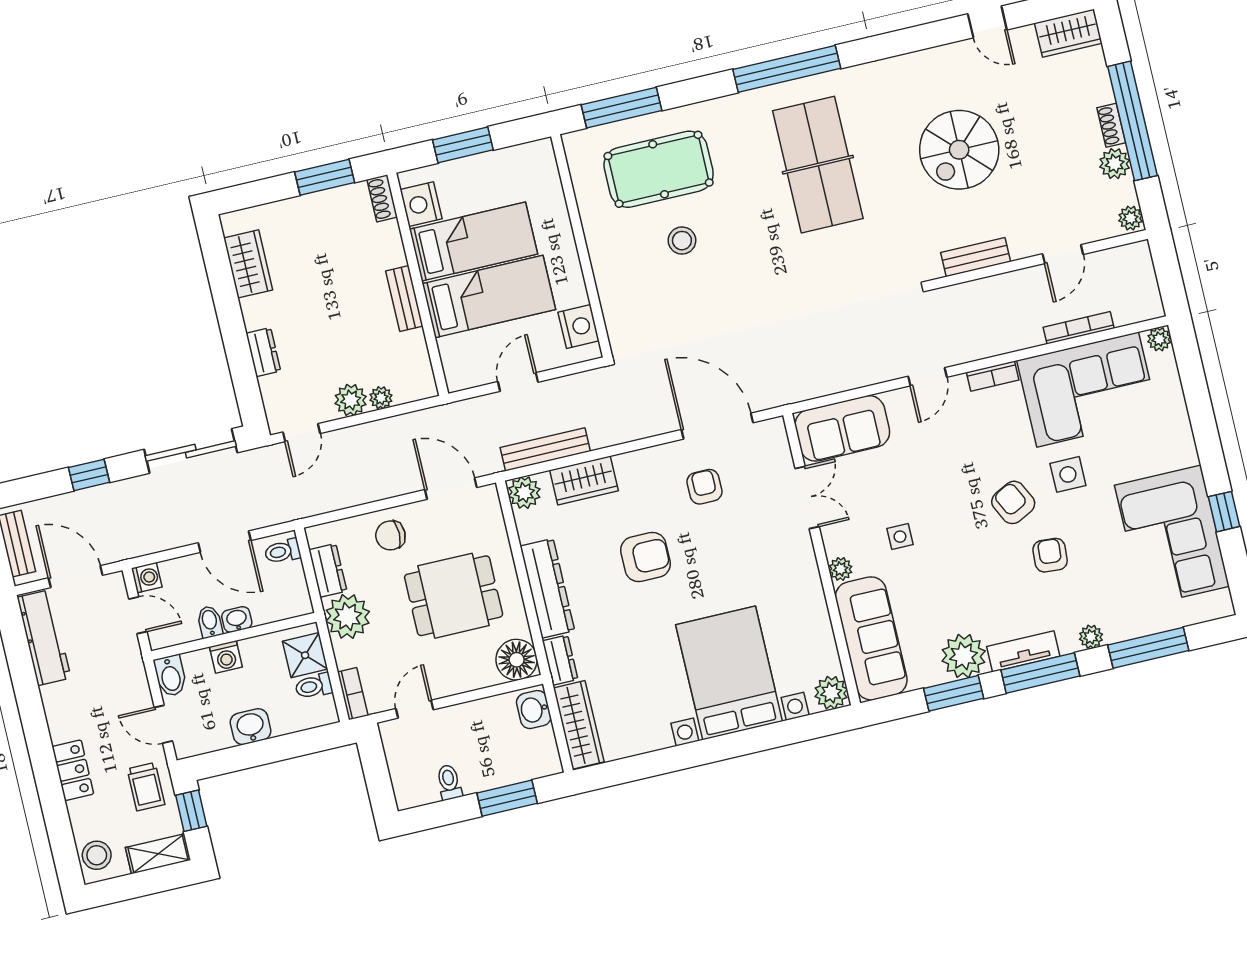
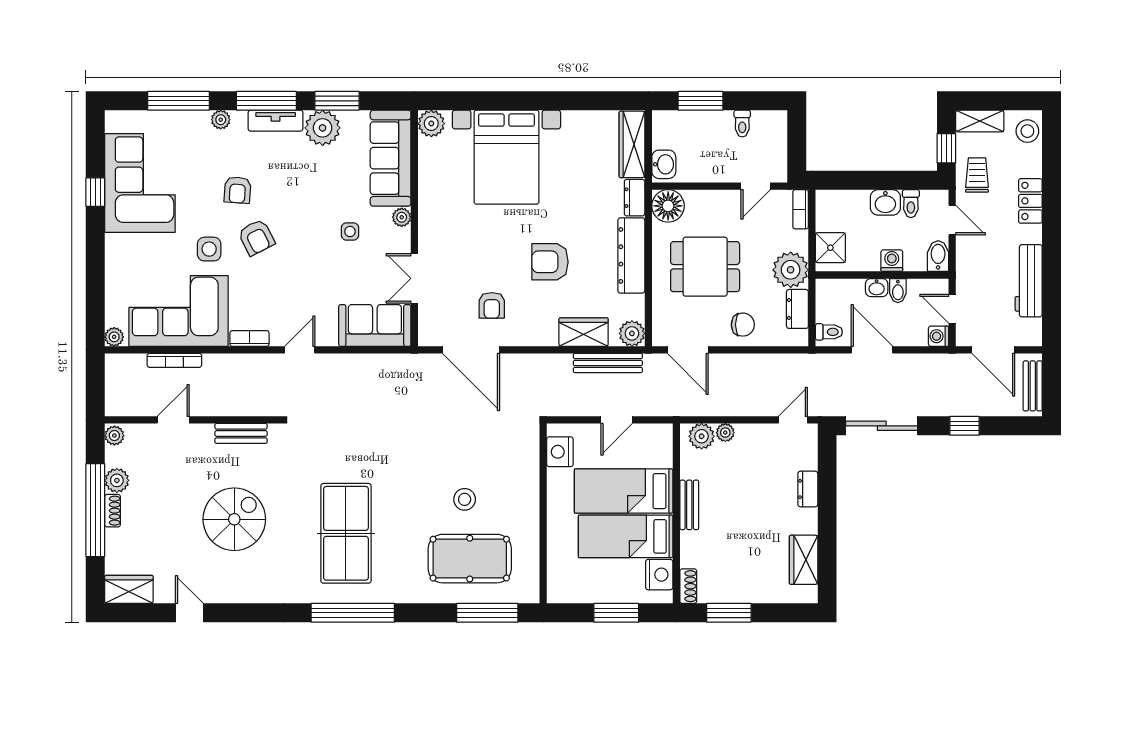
plant: (351, 400) -> (702, 436), moved
workbench: (44, 638) -> (1029, 281), moved
toilet: (314, 686) -> (911, 204), moved, turned 90

